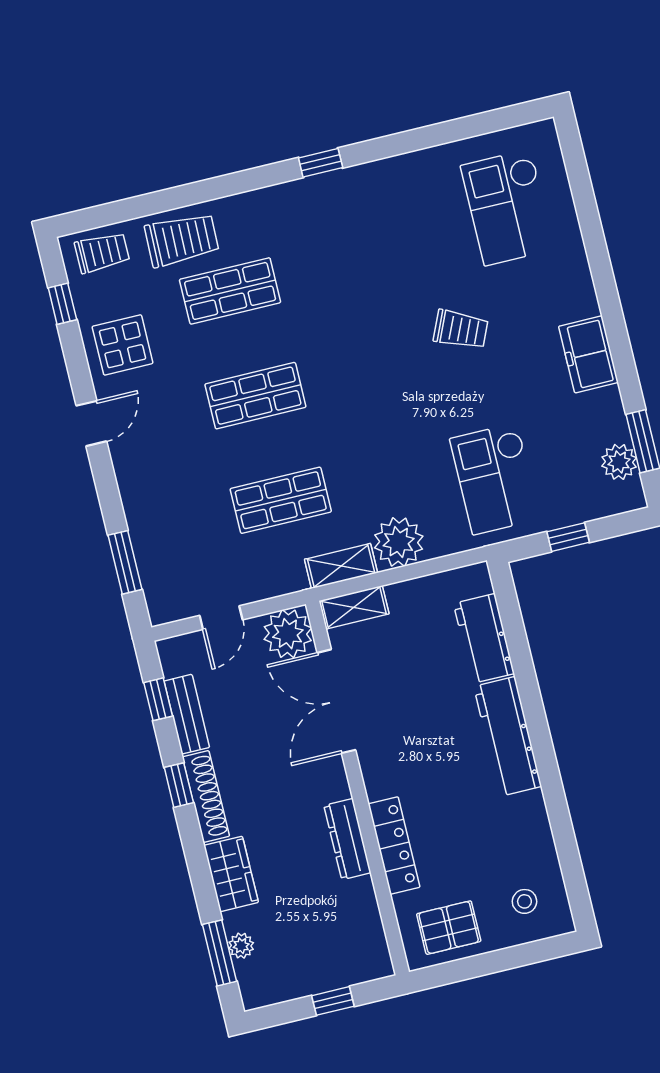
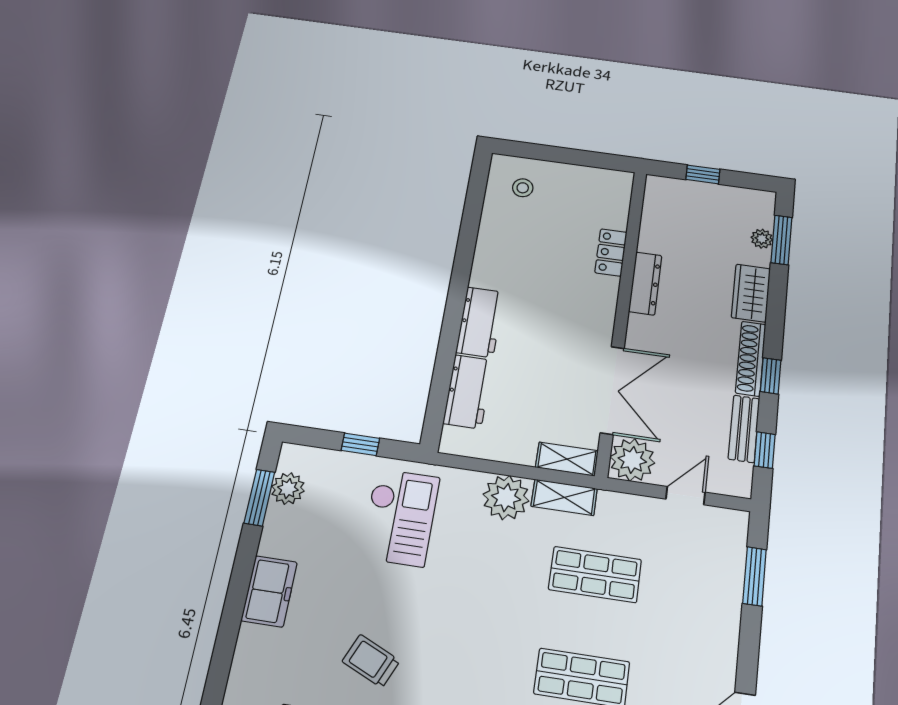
workbench: (508, 736) -> (480, 322), width x0.73
locker: (394, 846) -> (611, 252), width x0.66
pallet: (449, 928) -> (590, 191), removed

